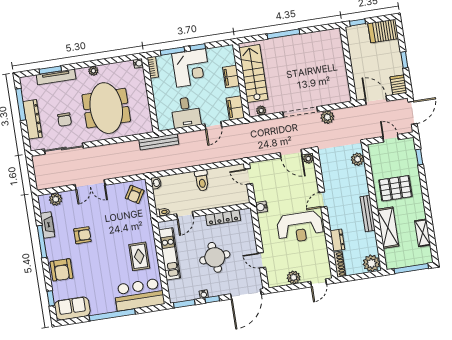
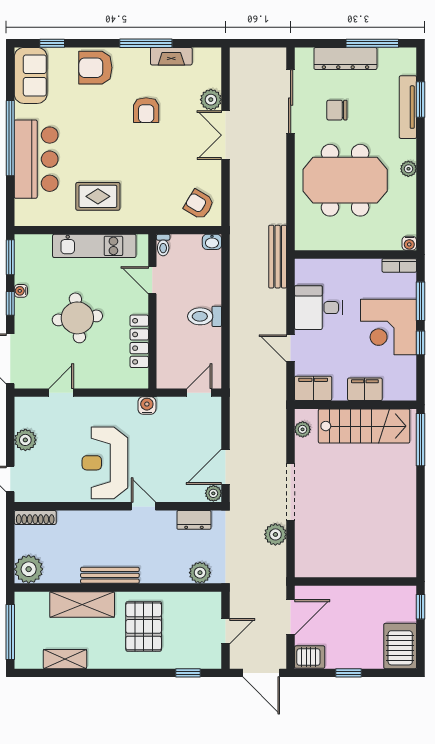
window: (283, 34) -> (421, 440), moved
plant: (56, 199) -> (211, 100), moved
dresser: (337, 240) -> (194, 520), moved
bar counter: (139, 295) -> (36, 159), moved

